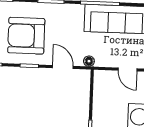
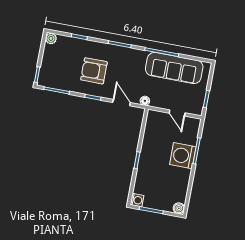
armchair: (26, 36) -> (94, 71), width x0.73, depth x0.73

